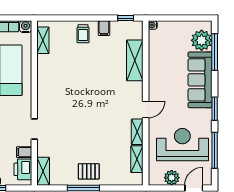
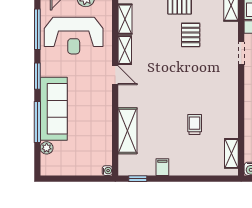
trolley: (83, 34) -> (195, 125), moved
plant: (202, 40) -> (47, 148), width x0.53, depth x0.53
window: (215, 52) -> (37, 122), moved
door: (146, 109) -> (115, 75), swing flipped
pallet: (79, 145) -> (191, 35), added

